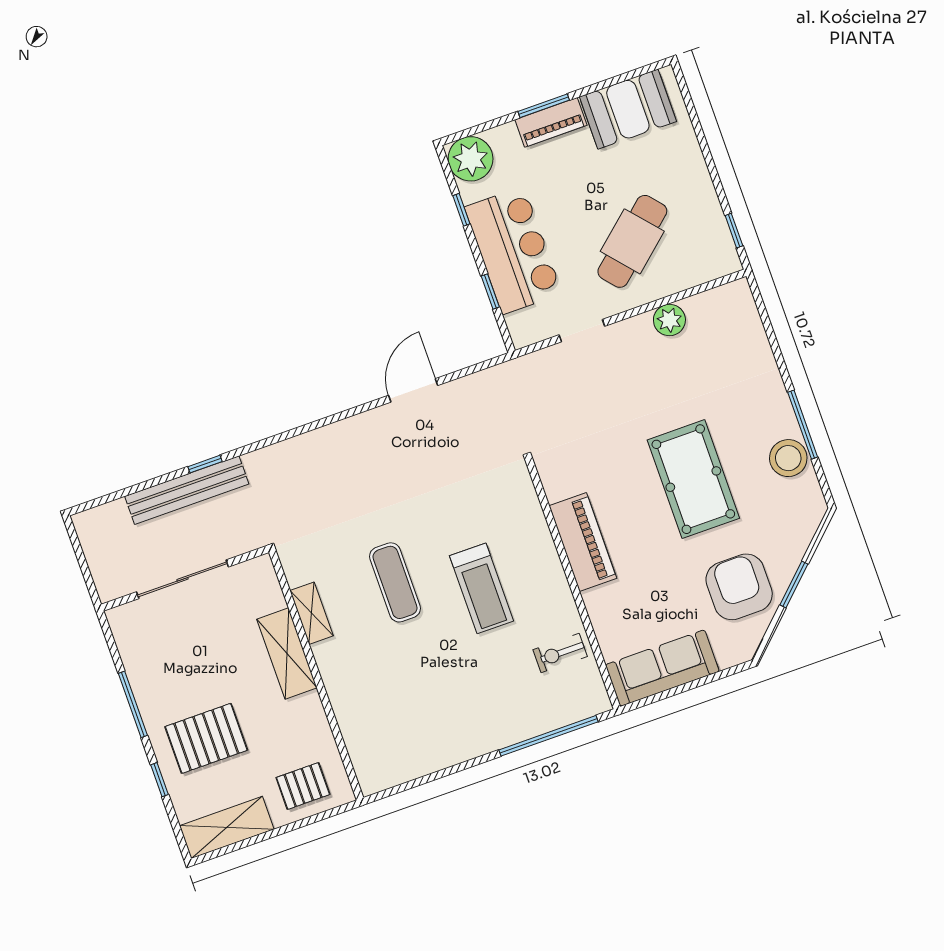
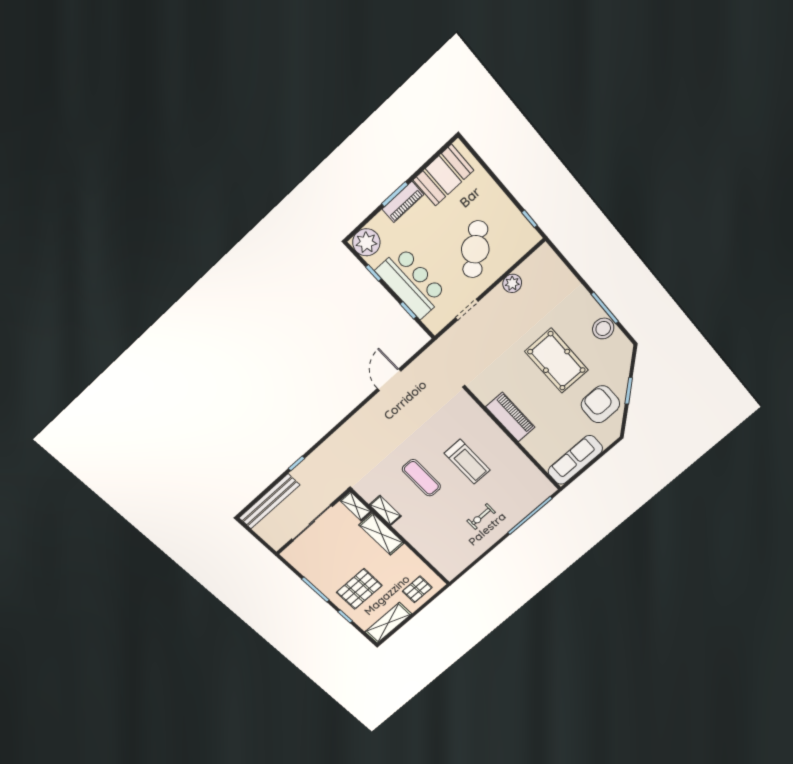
bench: (187, 490) -> (269, 501), moved
shelving: (267, 583) -> (356, 506), added
exercise bike: (560, 653) -> (481, 517), moved

